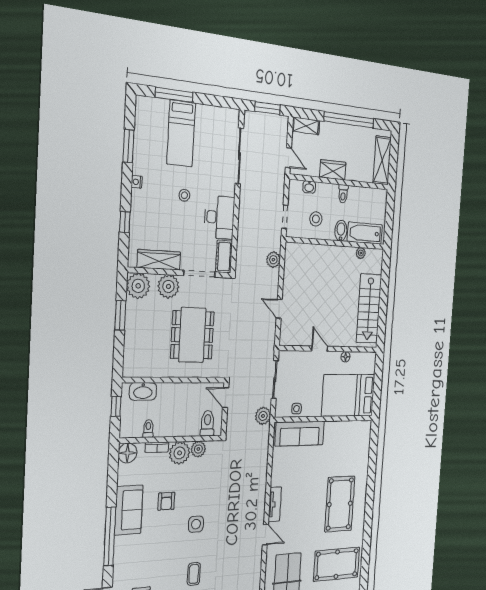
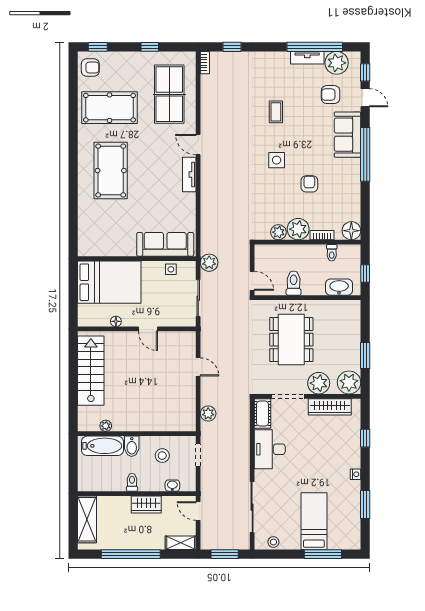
stool: (184, 195) -> (273, 542), moved
toilet: (207, 423) -> (294, 283), moved, turned 180
sofa: (129, 510) -> (347, 135), moved

